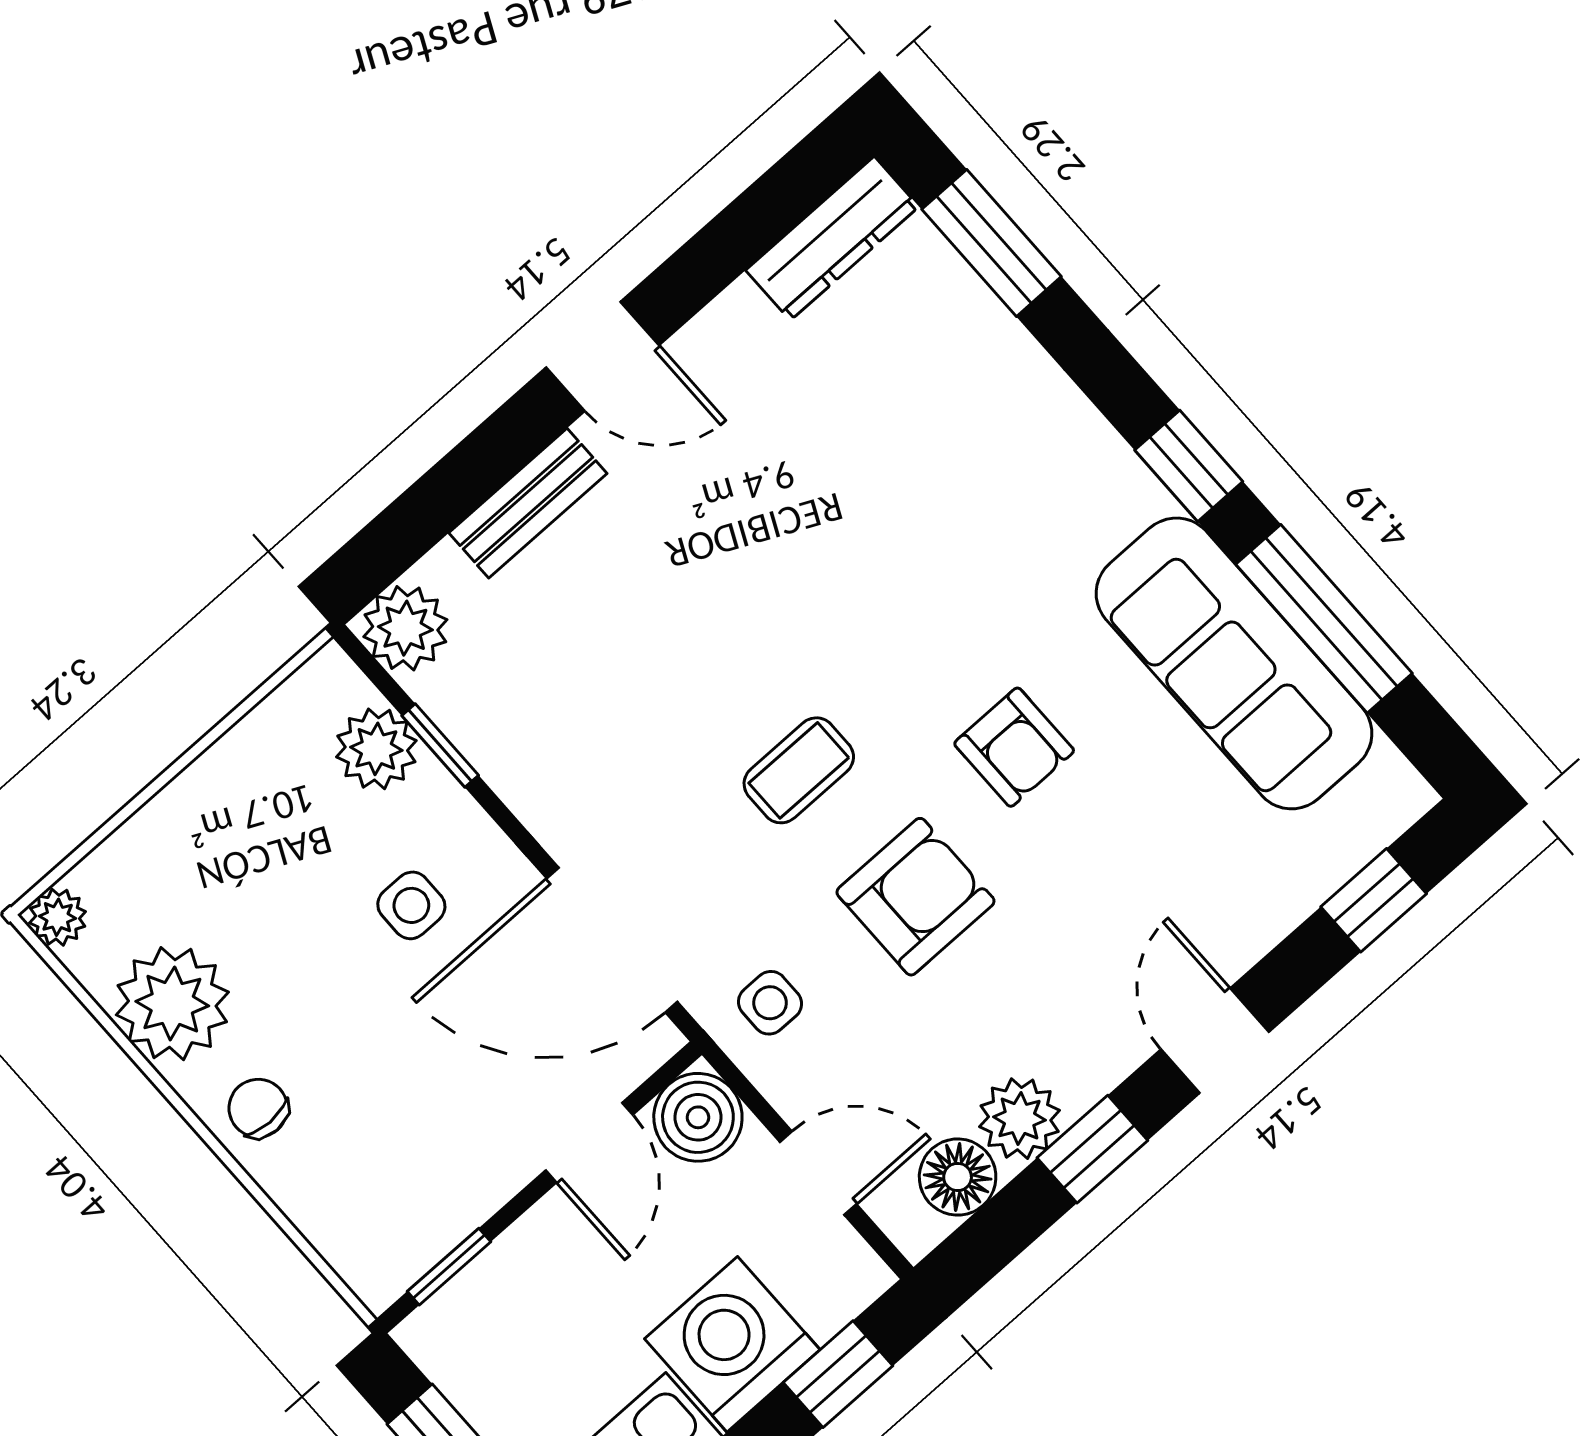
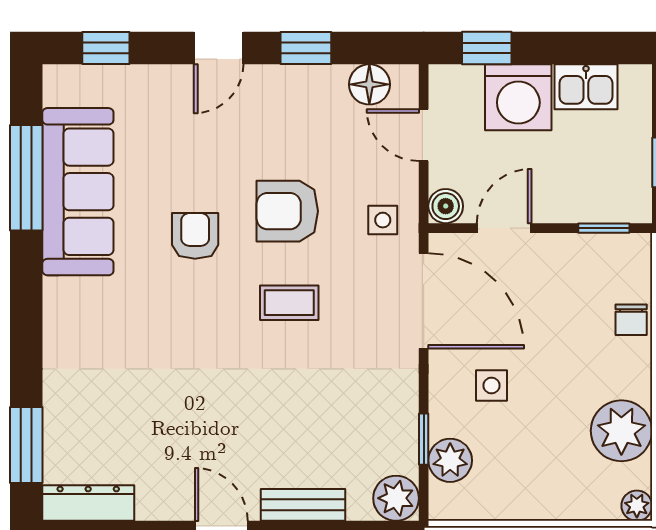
window: (1189, 466) -> (26, 287), removed
chair: (258, 1108) -> (631, 320), moved
boiler: (698, 1117) -> (446, 206), width x0.73, depth x0.73
plant: (1020, 1119) -> (324, 86), removed

